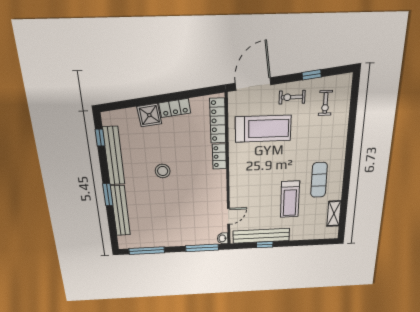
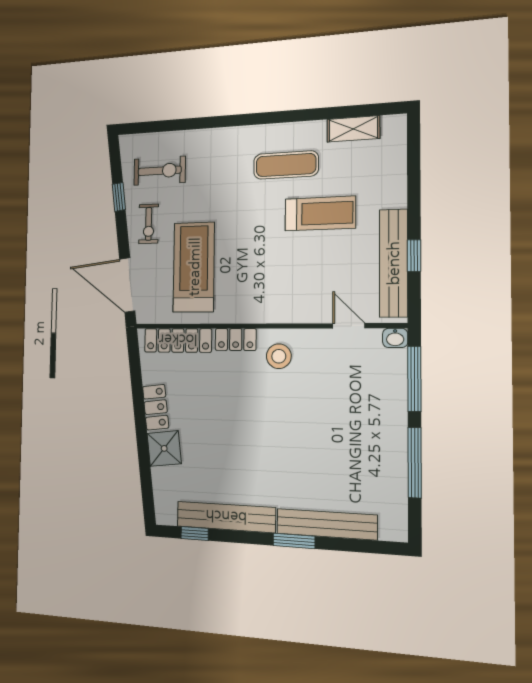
exercise bike: (325, 103) -> (160, 171), width x1.38, depth x1.39
stool: (163, 171) -> (279, 356), moved
window: (147, 251) -> (415, 463), moved

